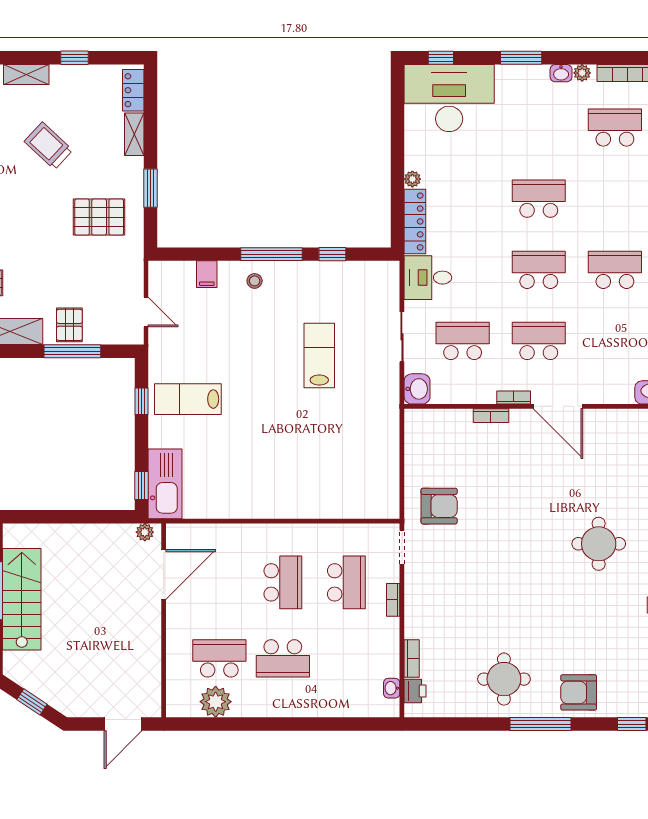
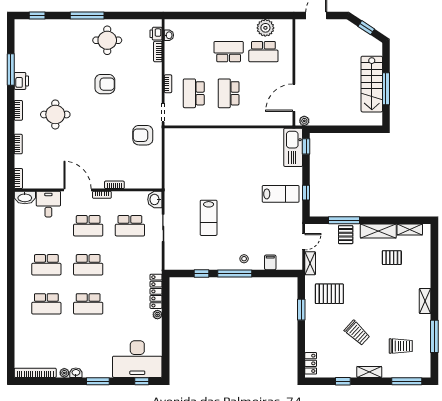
school desk: (615, 128) -> (46, 304), moved
shelving: (134, 134) -> (310, 263), moved
desk: (428, 278) -> (48, 204), moved, turned -90
door: (146, 312) -> (304, 242), swing flipped
armchair: (579, 692) -> (105, 84), moved

